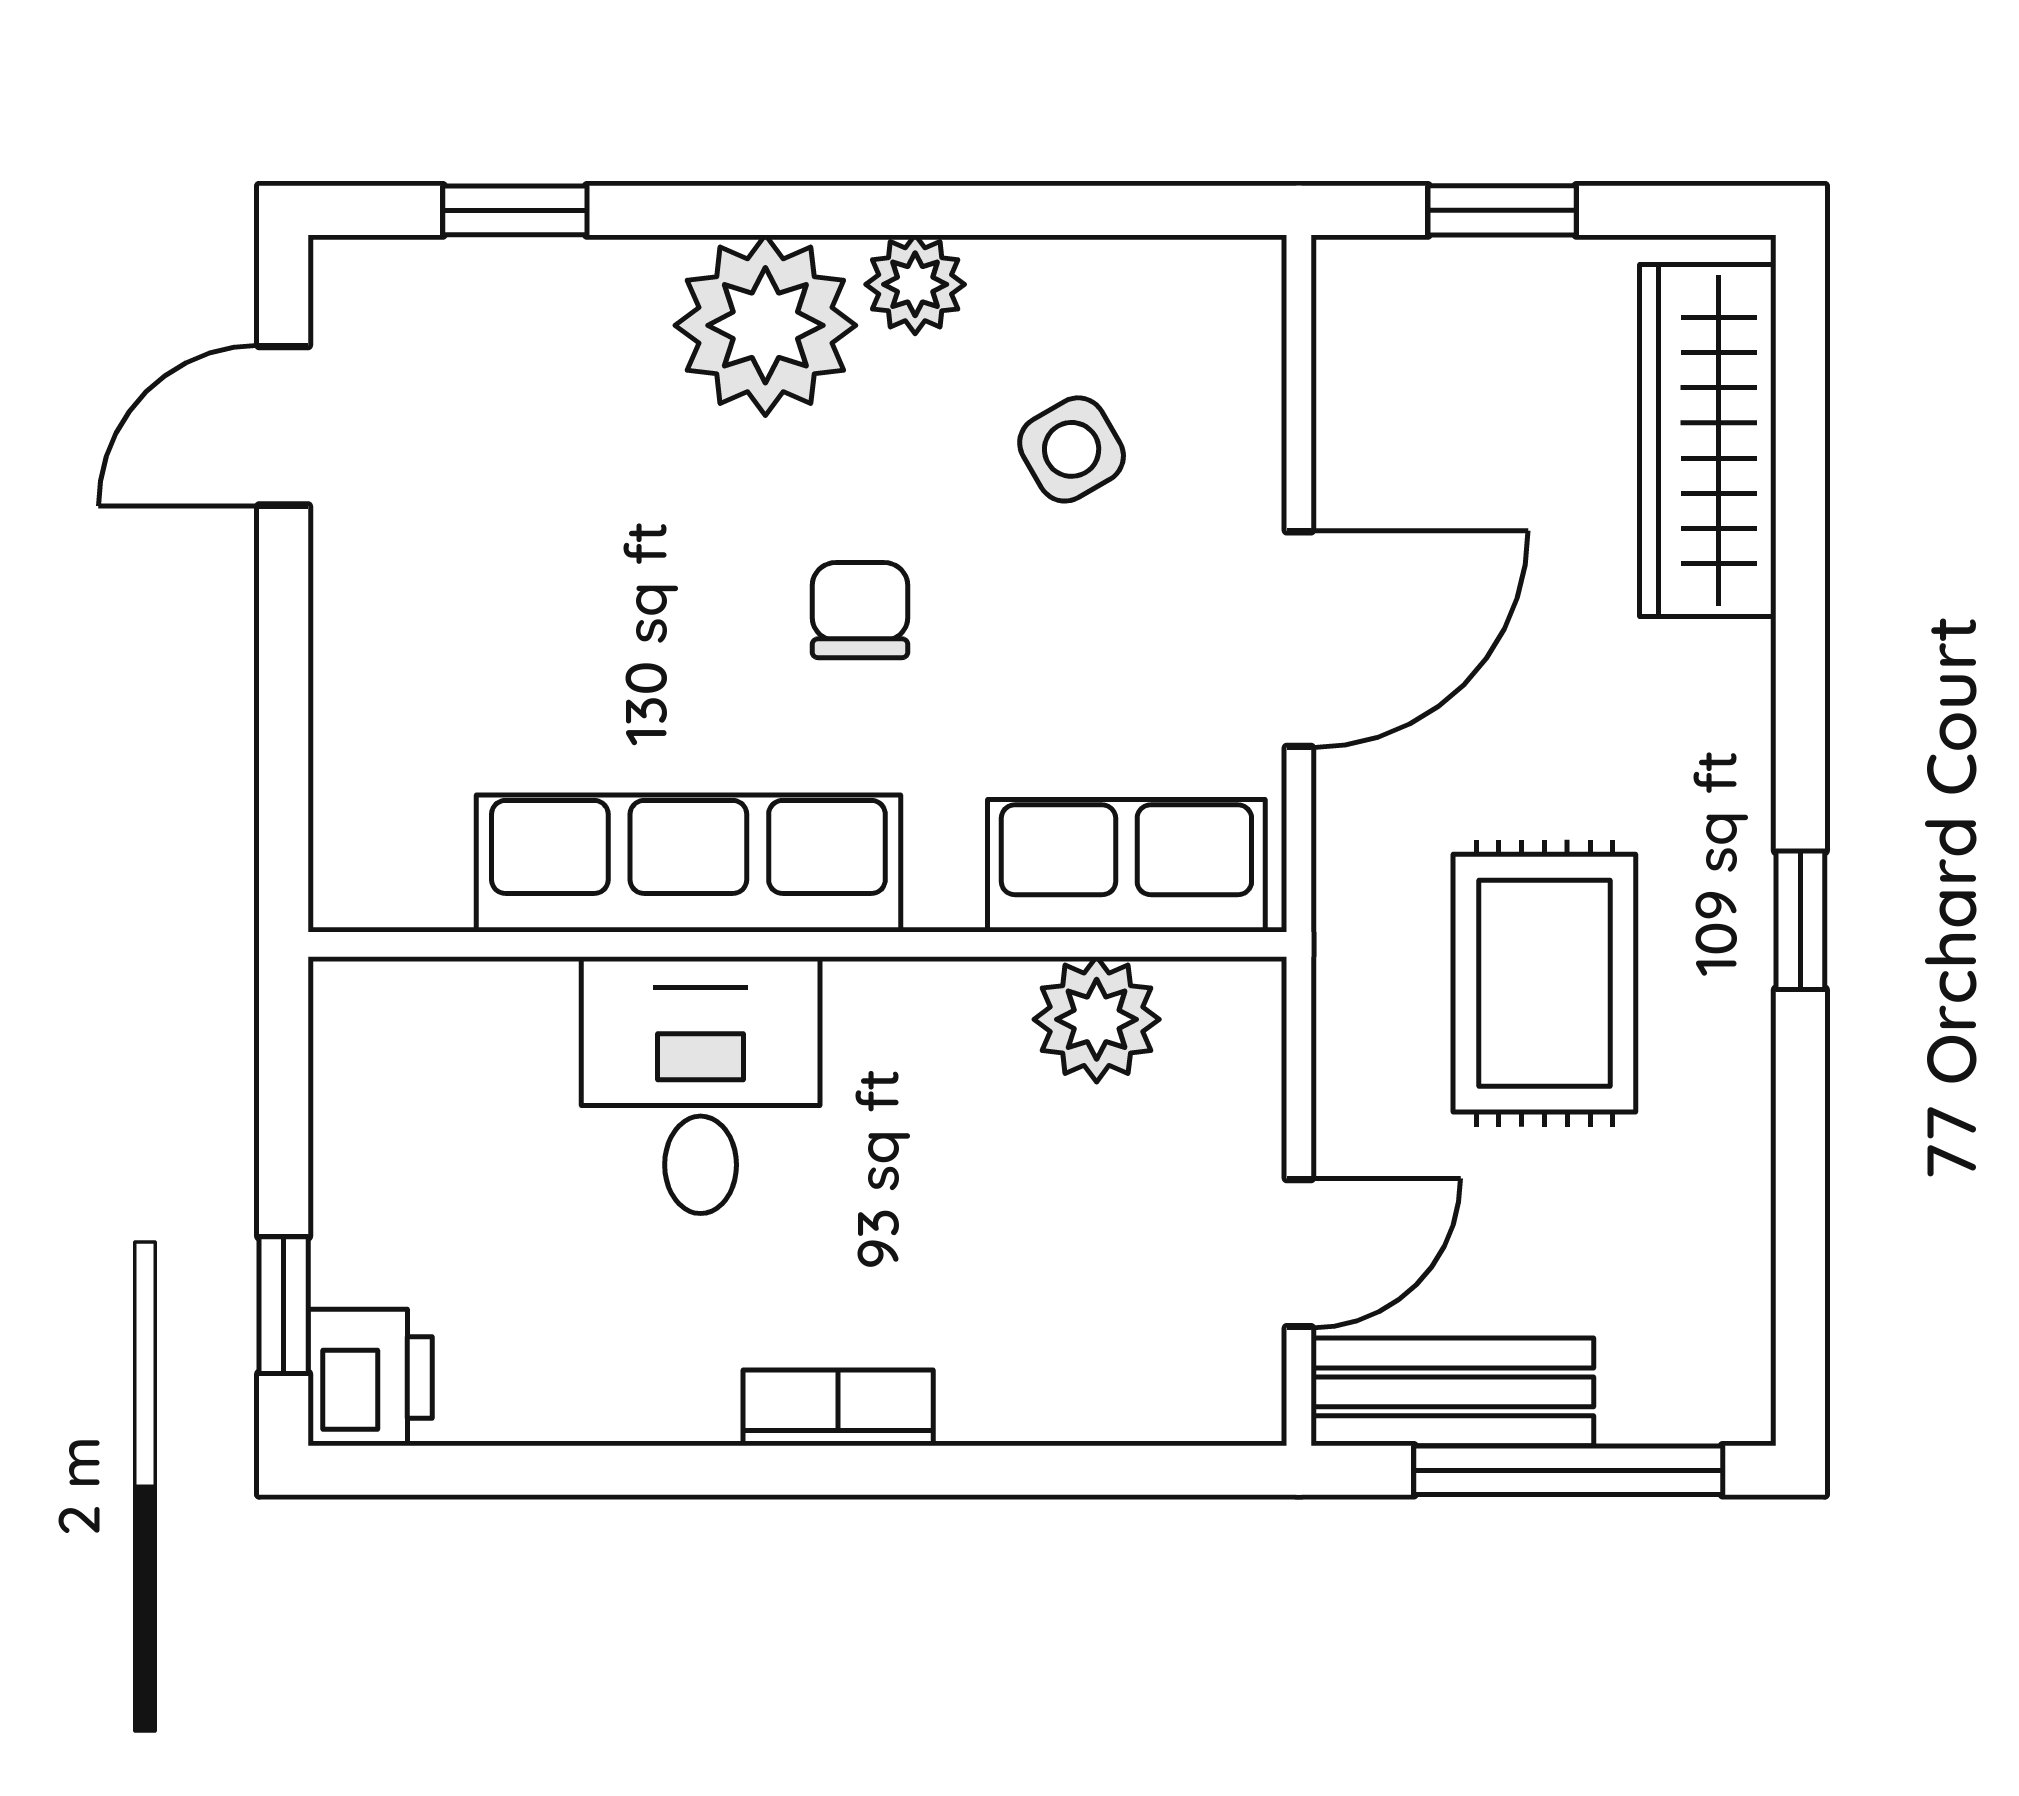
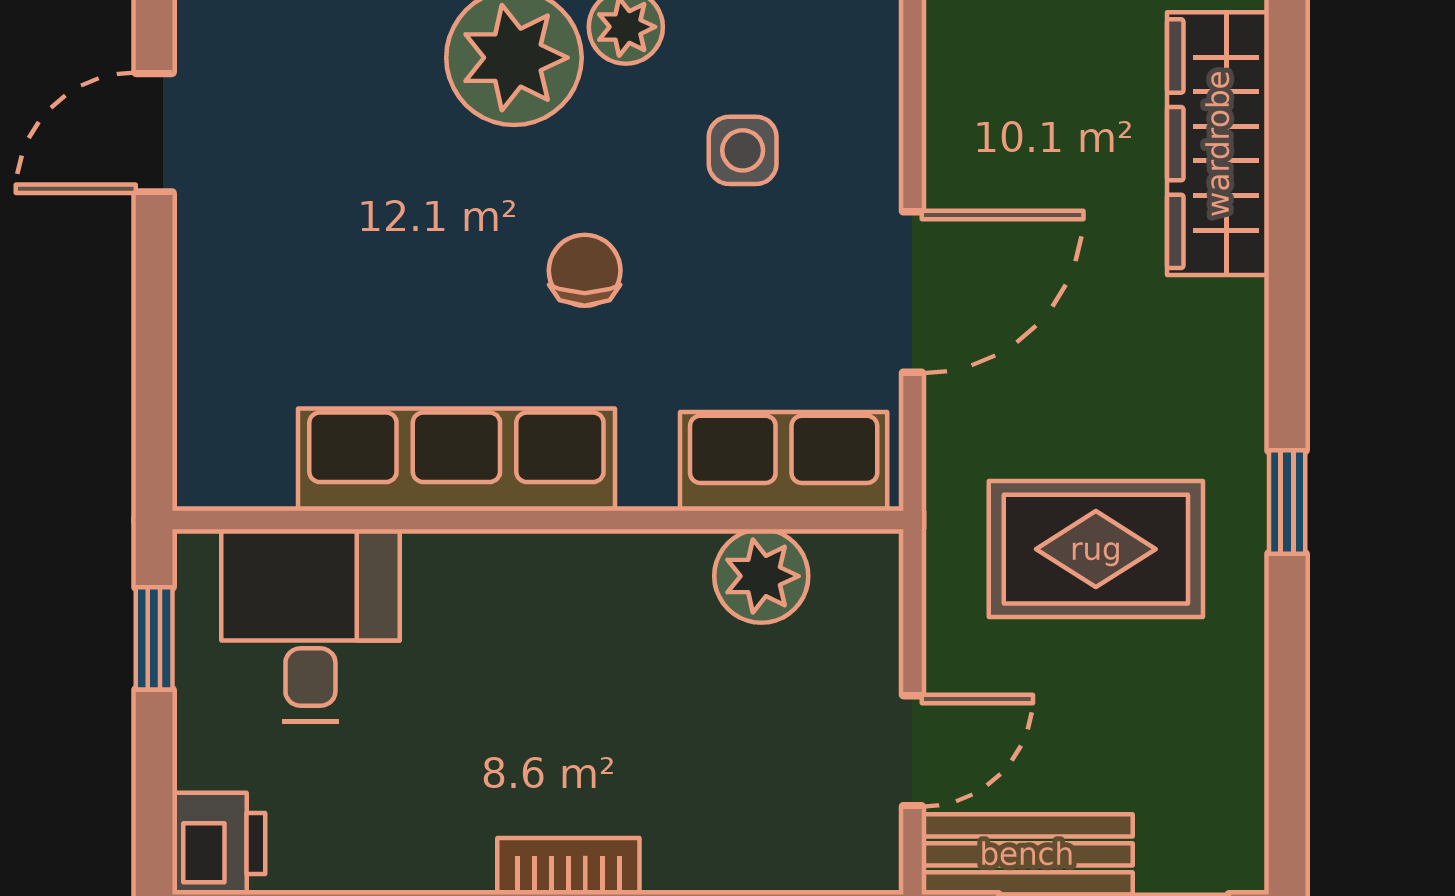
side table: (1072, 449) -> (743, 150), turned 30
rug: (1544, 983) -> (1096, 549), turned 90
desk: (701, 1085) -> (310, 625), moved
window: (284, 1305) -> (154, 638), moved

